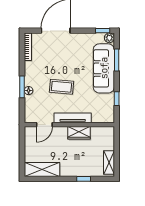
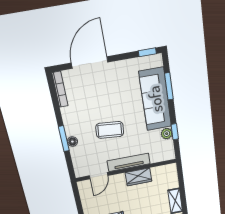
plant: (109, 38) -> (167, 134), moved

